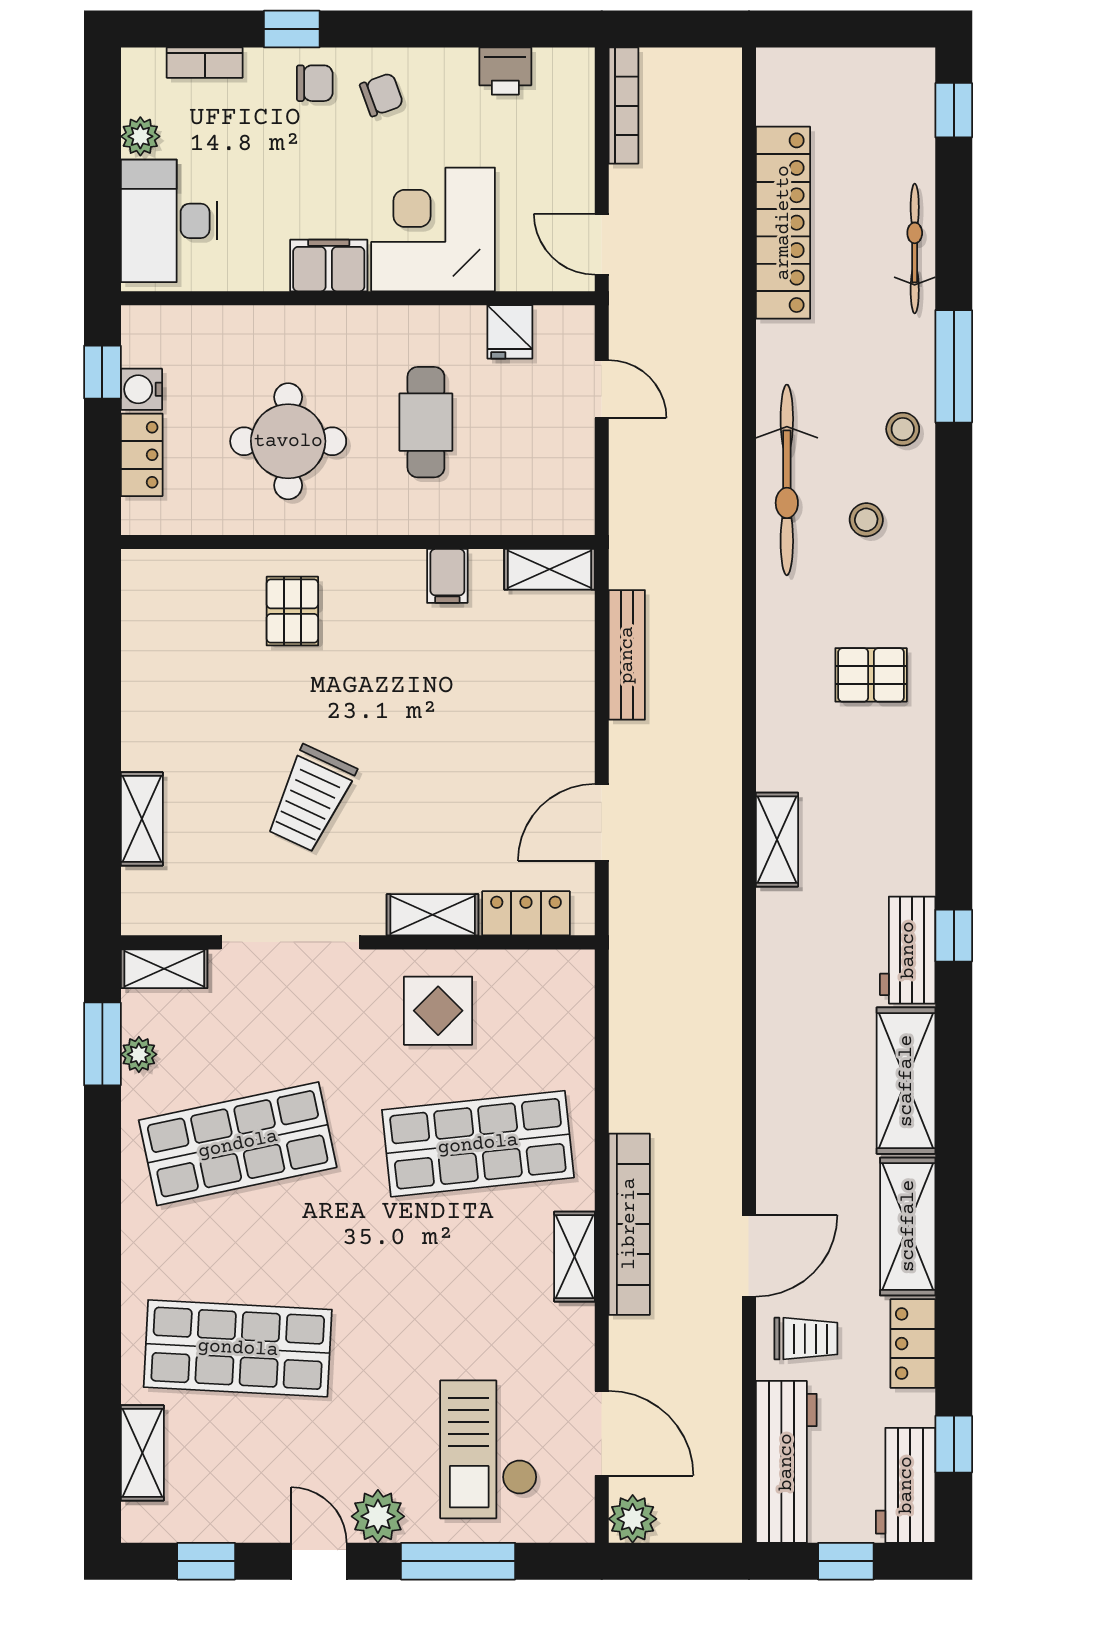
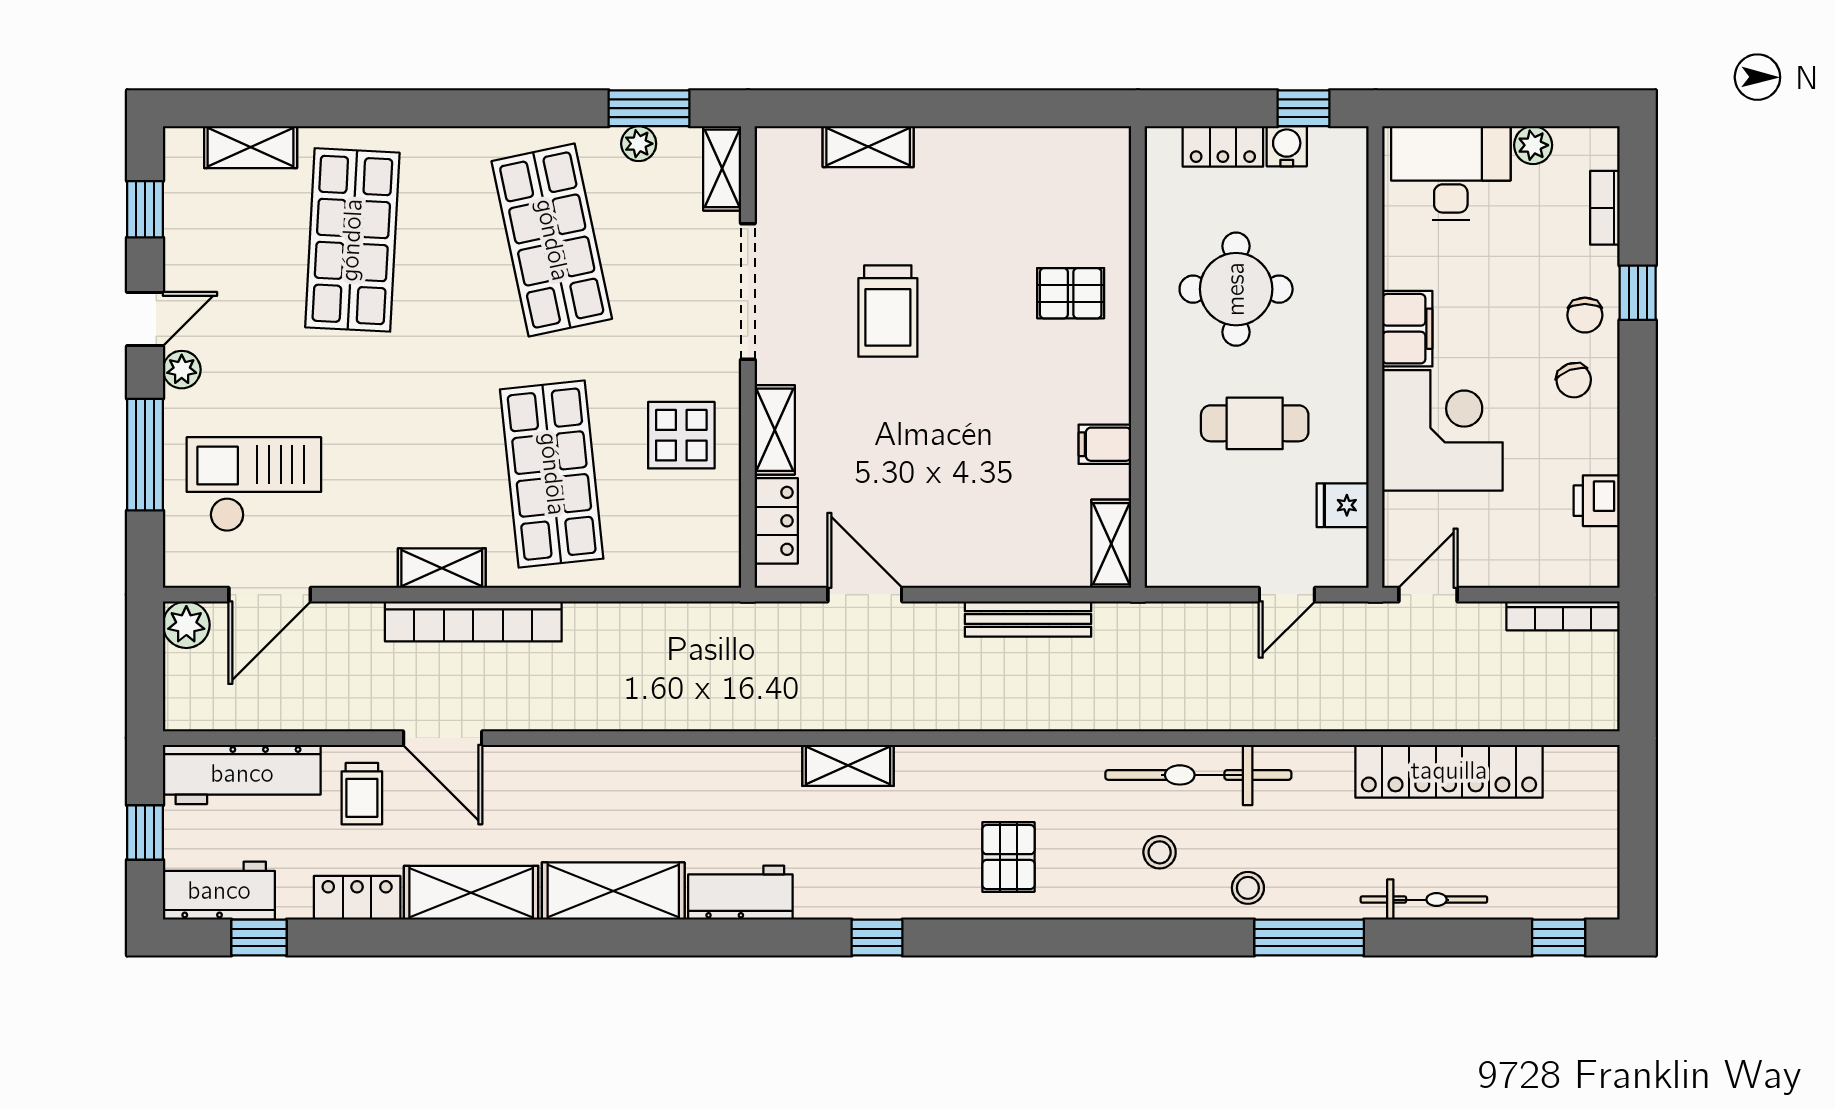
trolley: (311, 799) -> (888, 311), turned -115
window: (954, 936) -> (877, 938), moved
plant: (378, 1516) -> (182, 370), width x0.73, depth x0.73

